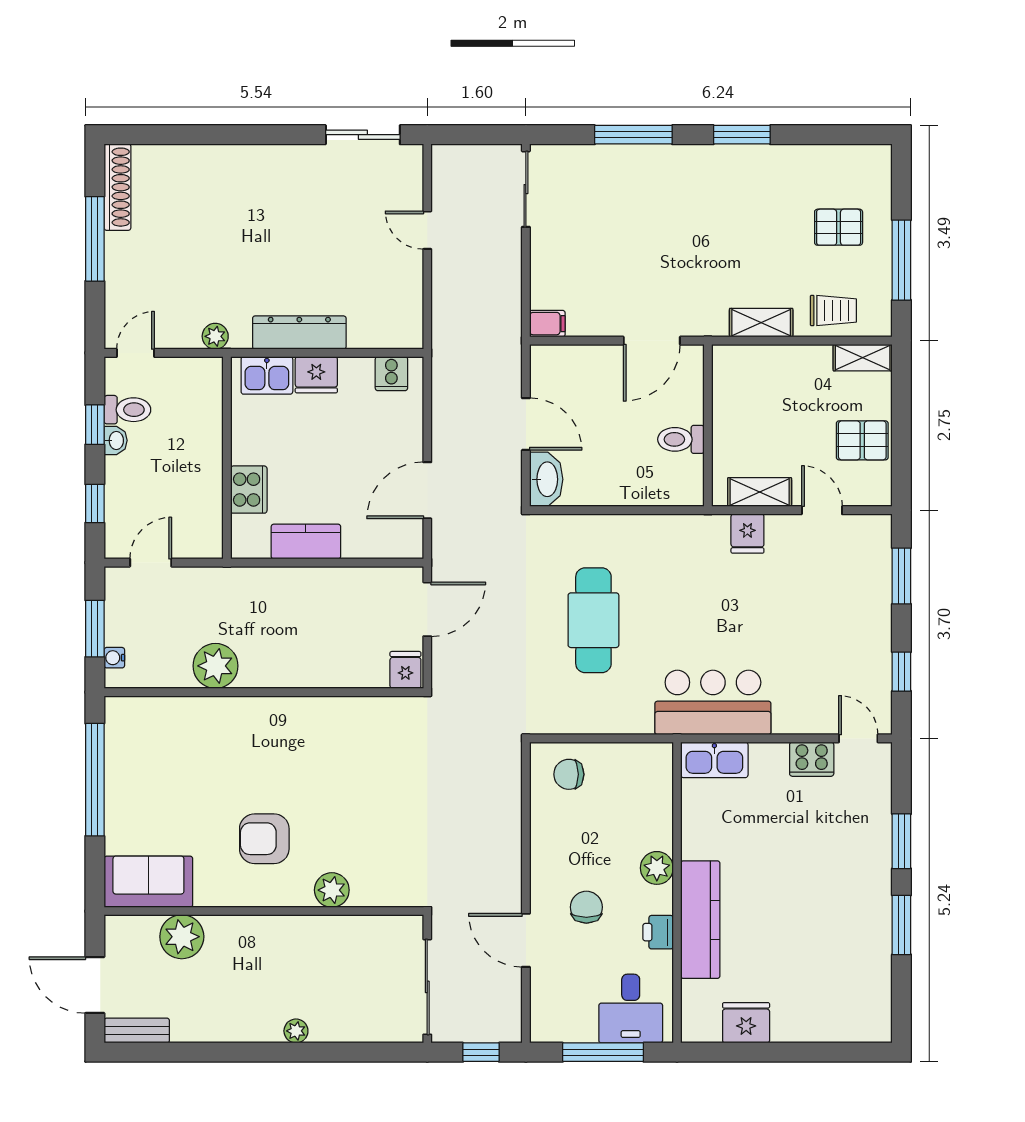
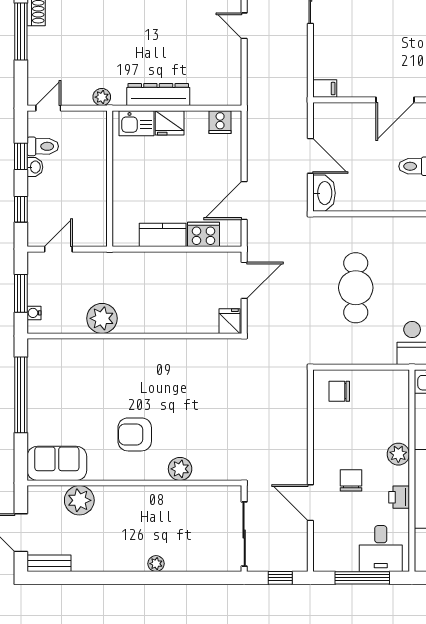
cooker: (249, 490) -> (203, 234), moved, turned -90

